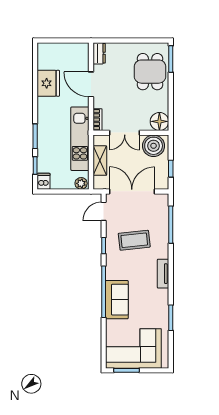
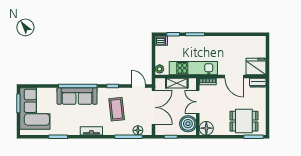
fridge: (48, 83) -> (256, 67), moved, turned 180
door: (91, 84) -> (234, 77), swing flipped
floor lamp: (162, 212) -> (138, 130), added
sofa: (117, 300) -> (77, 96), width x1.36

